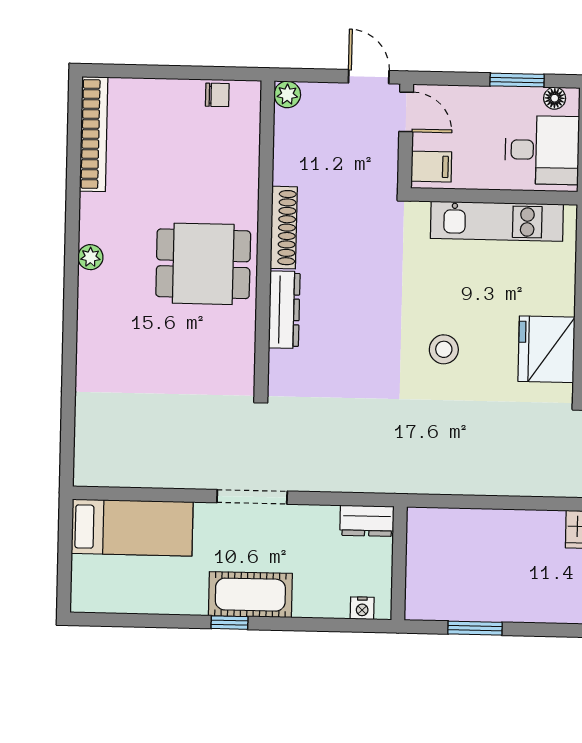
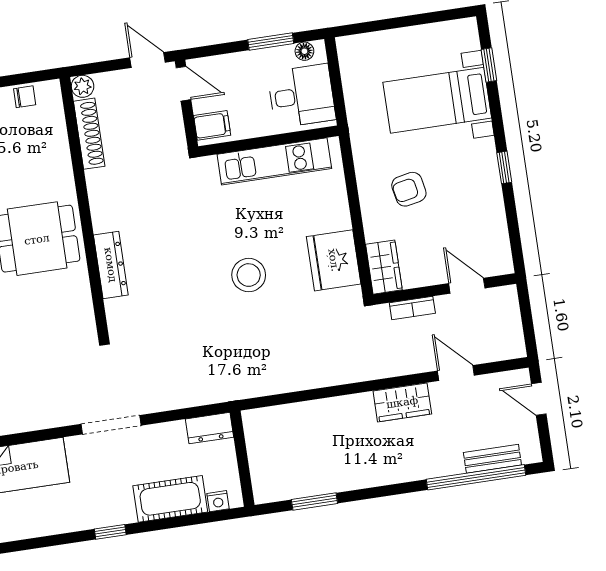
shoe rack: (284, 228) -> (89, 134), moved
stool: (444, 349) -> (249, 275), width x1.38, depth x1.38
cot: (250, 595) -> (170, 499), moved

